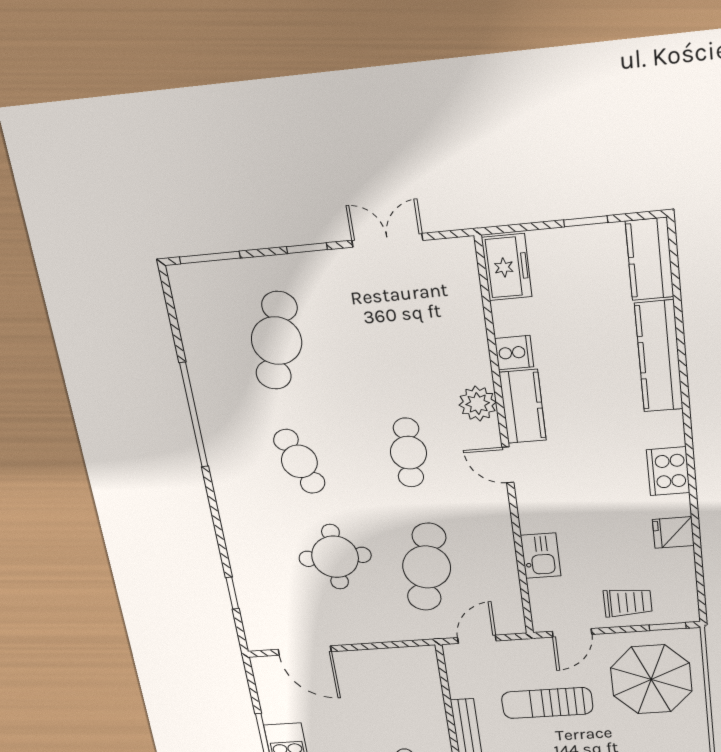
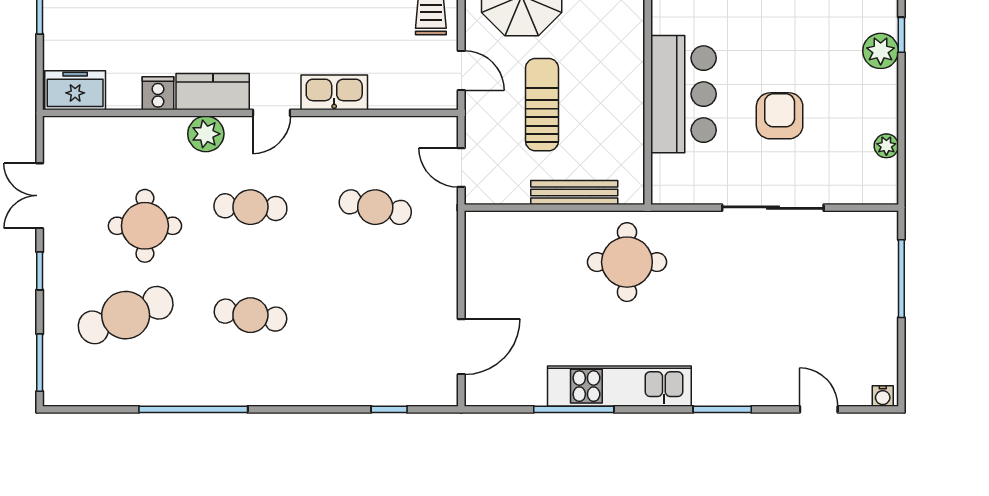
cafe table: (277, 341) -> (126, 315), turned -36
cafe table: (299, 461) -> (250, 315), turned 30
kitchen sink: (541, 556) -> (334, 92), moved, width x1.38
round table: (335, 557) -> (145, 226), moved
cafe table: (427, 567) -> (375, 207), width x0.73, depth x0.74
sun lounger: (547, 703) -> (542, 105), turned 180

